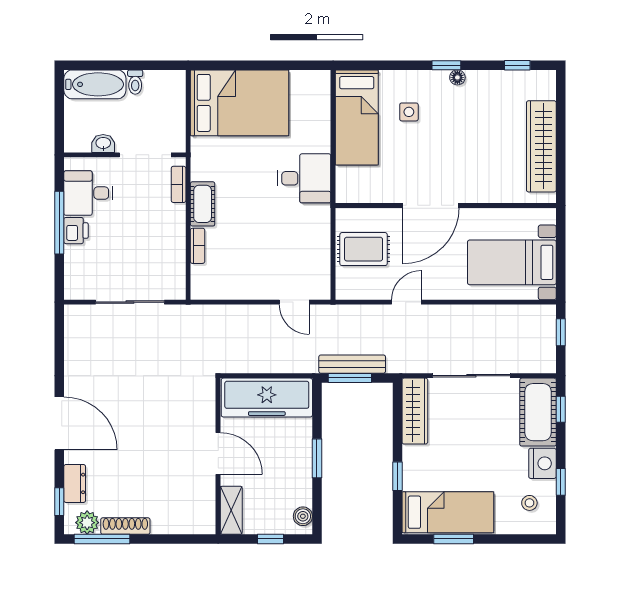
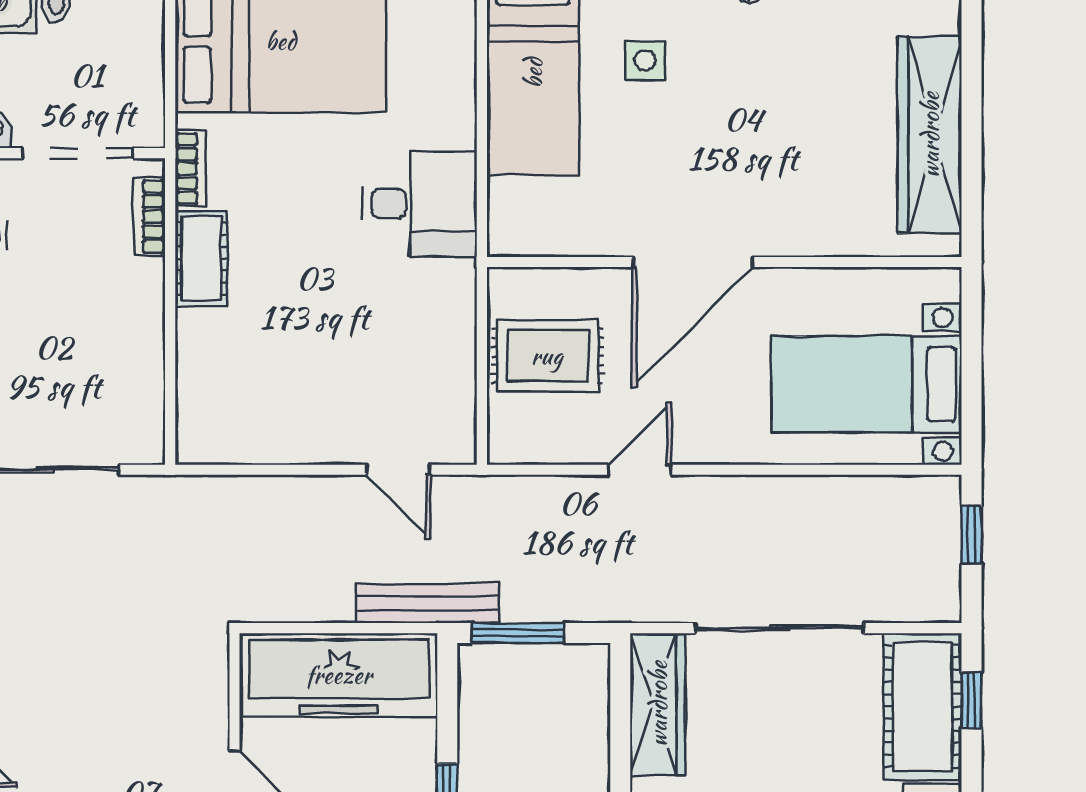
bookcase: (198, 246) -> (190, 168), moved
bench: (352, 364) -> (428, 603), moved

